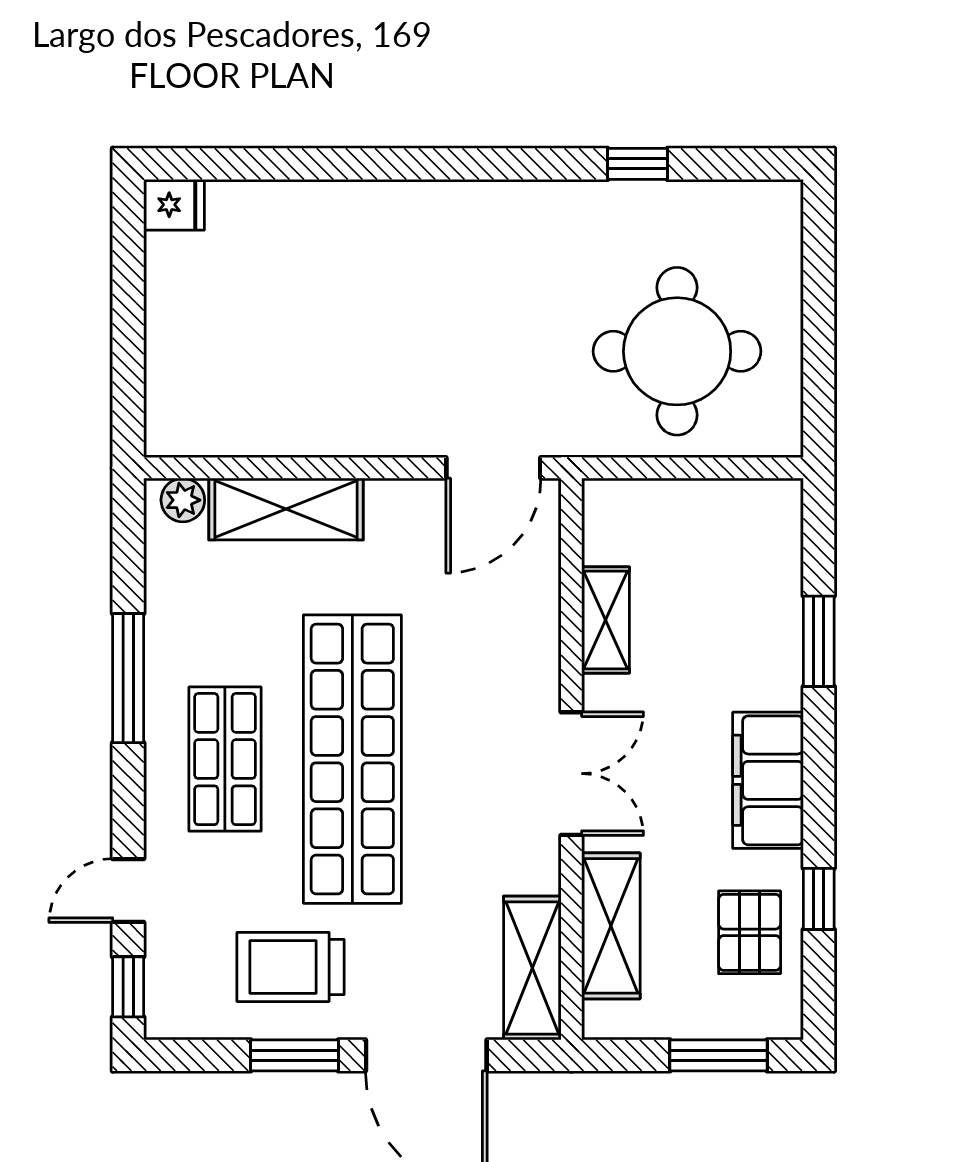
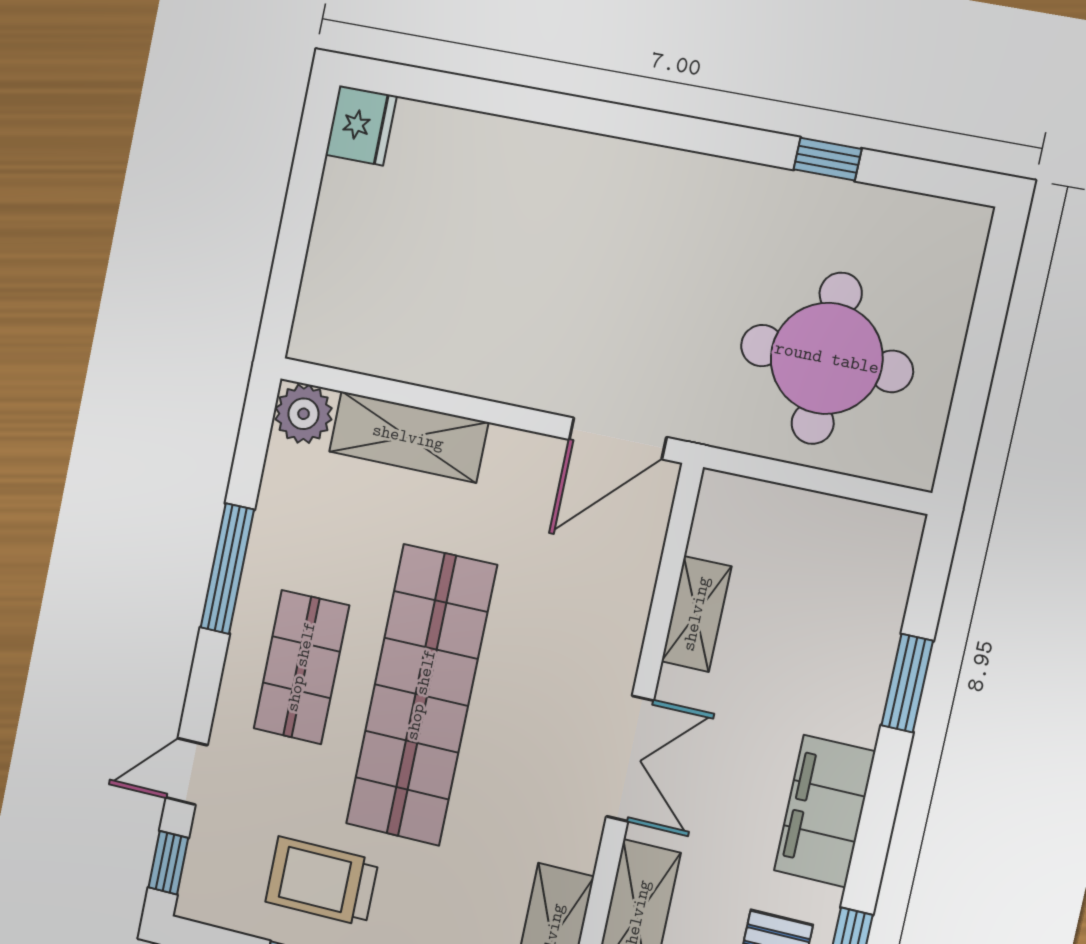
fridge: (174, 205) -> (361, 125), width x1.38
plant: (183, 500) -> (304, 414), width x1.38, depth x1.38

